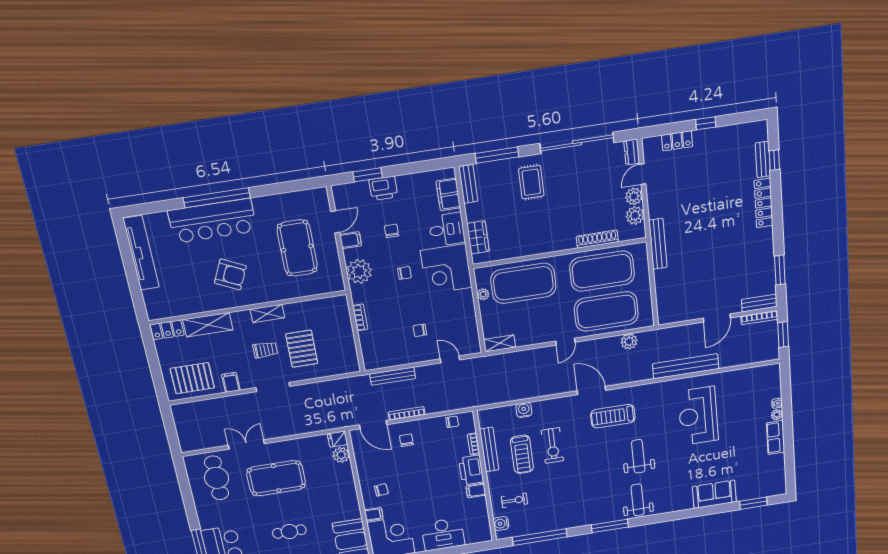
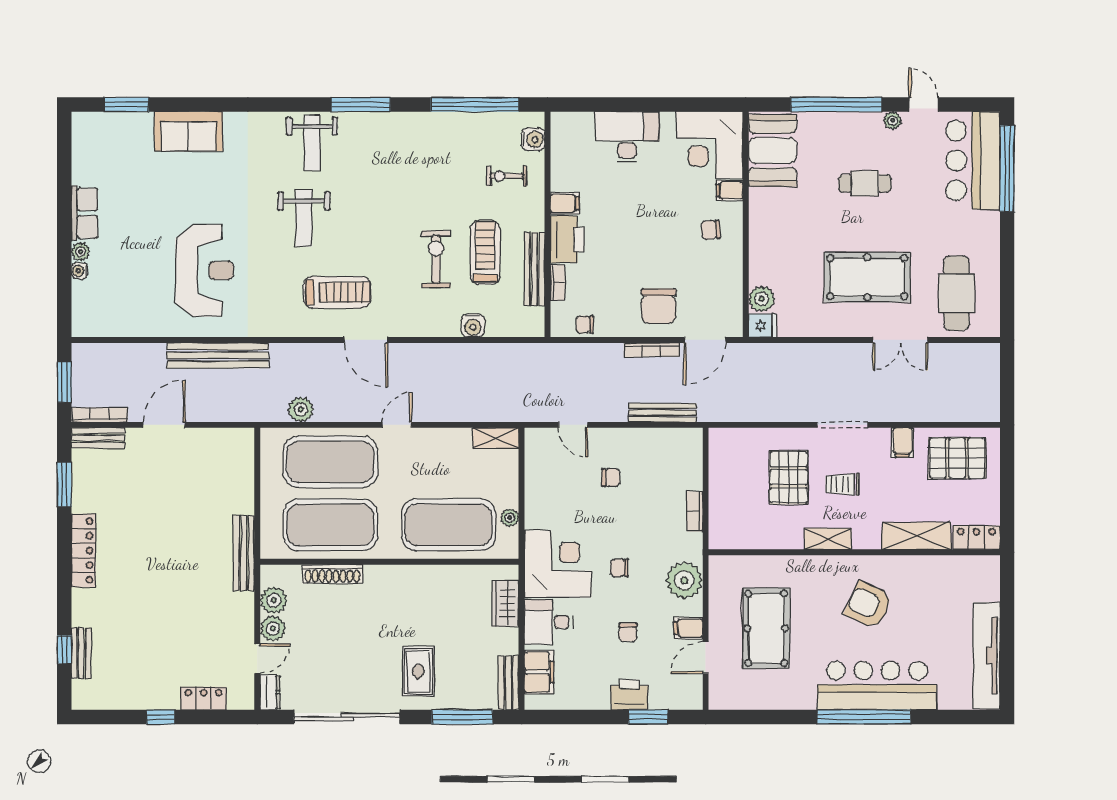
locker: (764, 203) -> (83, 551), moved
door: (373, 425) -> (705, 340), swing flipped
chair: (406, 440) -> (659, 306), width x1.87, depth x1.87

